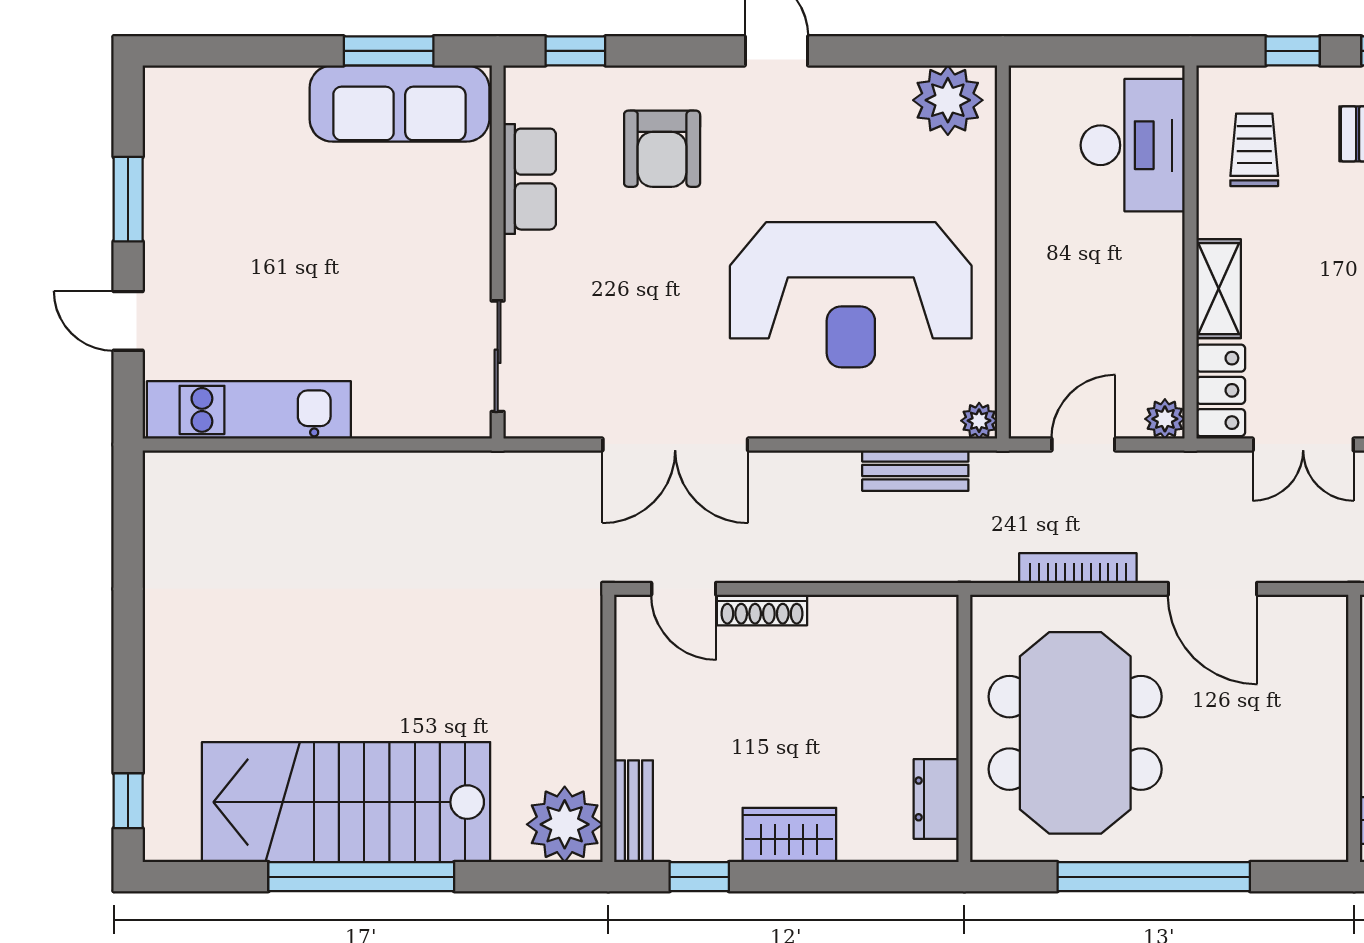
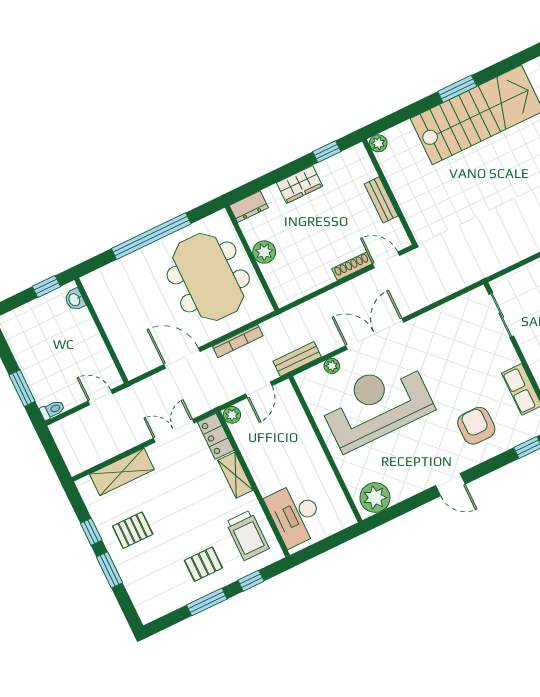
trolley: (1254, 150) -> (247, 535), width x1.36, depth x1.39
plant: (979, 421) -> (332, 366), moved
double door: (675, 444) -> (375, 334), moved
bench: (915, 471) -> (297, 359), moved
plant: (932, 729) -> (264, 252), added
dresser: (936, 799) -> (249, 207), moved, turned 90
bench: (634, 811) -> (381, 200), moved
plant: (565, 824) -> (378, 143), width x0.53, depth x0.53
window: (361, 877) -> (457, 89), width x0.47

